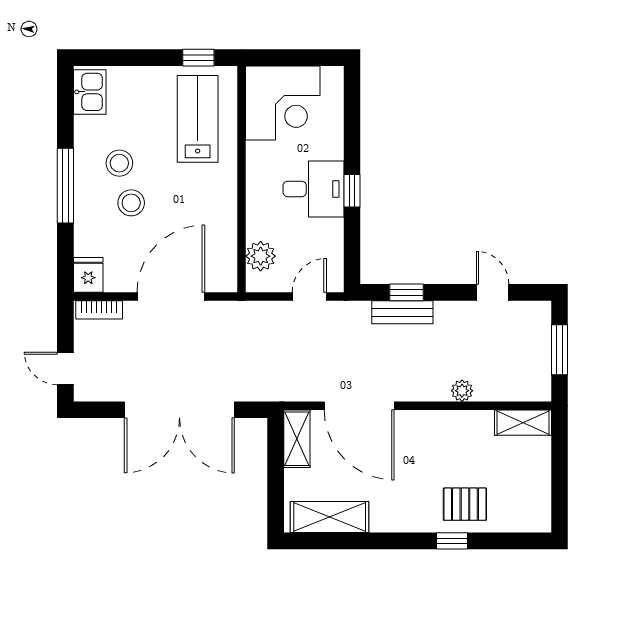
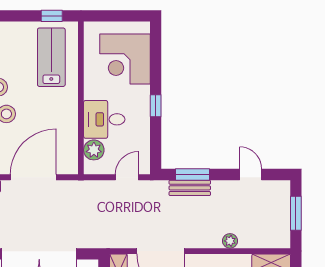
corner desk: (283, 103) -> (125, 59), moved, turned 90
desk: (313, 189) -> (104, 119), moved, turned 180
window: (407, 292) -> (192, 174), width x1.50

